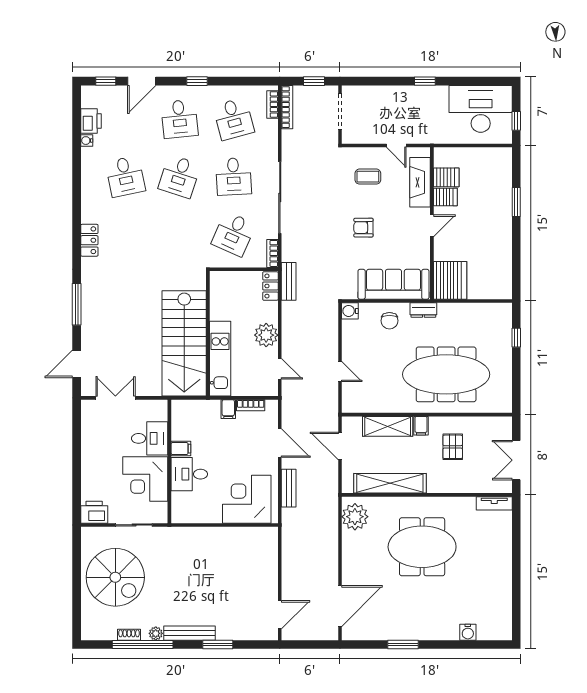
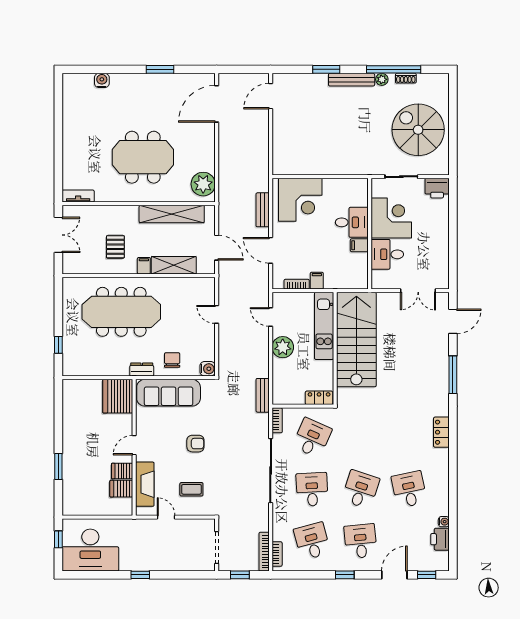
locker: (270, 286) -> (319, 398), moved, turned -90

